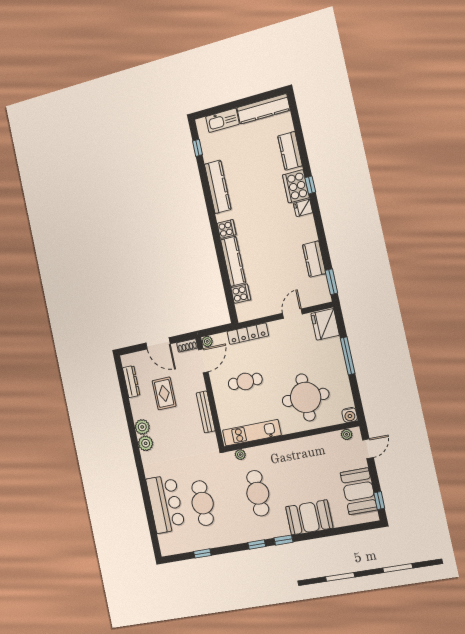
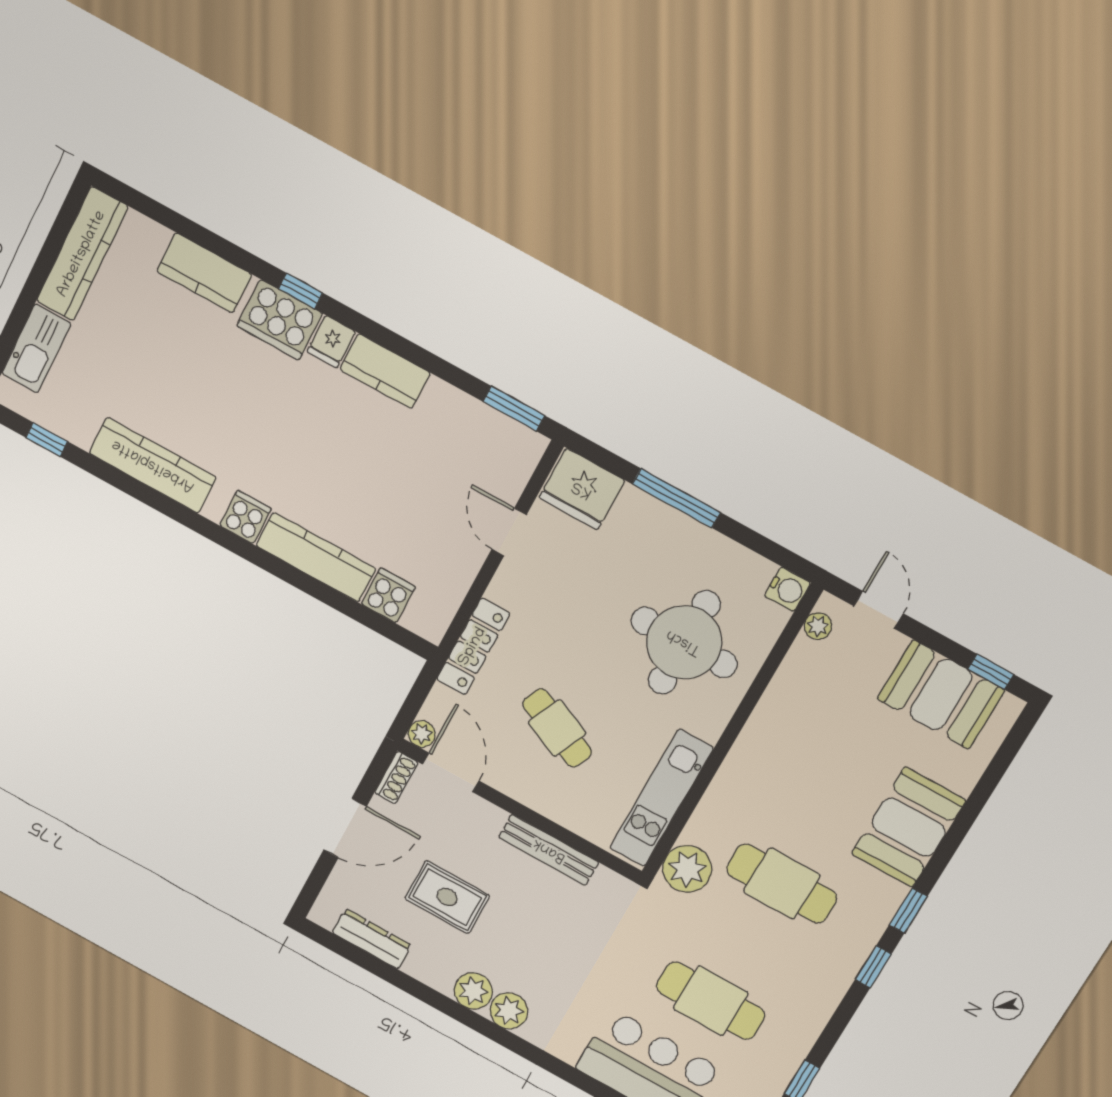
kitchen counter: (314, 259) -> (385, 371), moved
cafe table: (245, 381) -> (557, 728), turned -66
plant: (240, 455) -> (687, 869), width x1.87, depth x1.87

